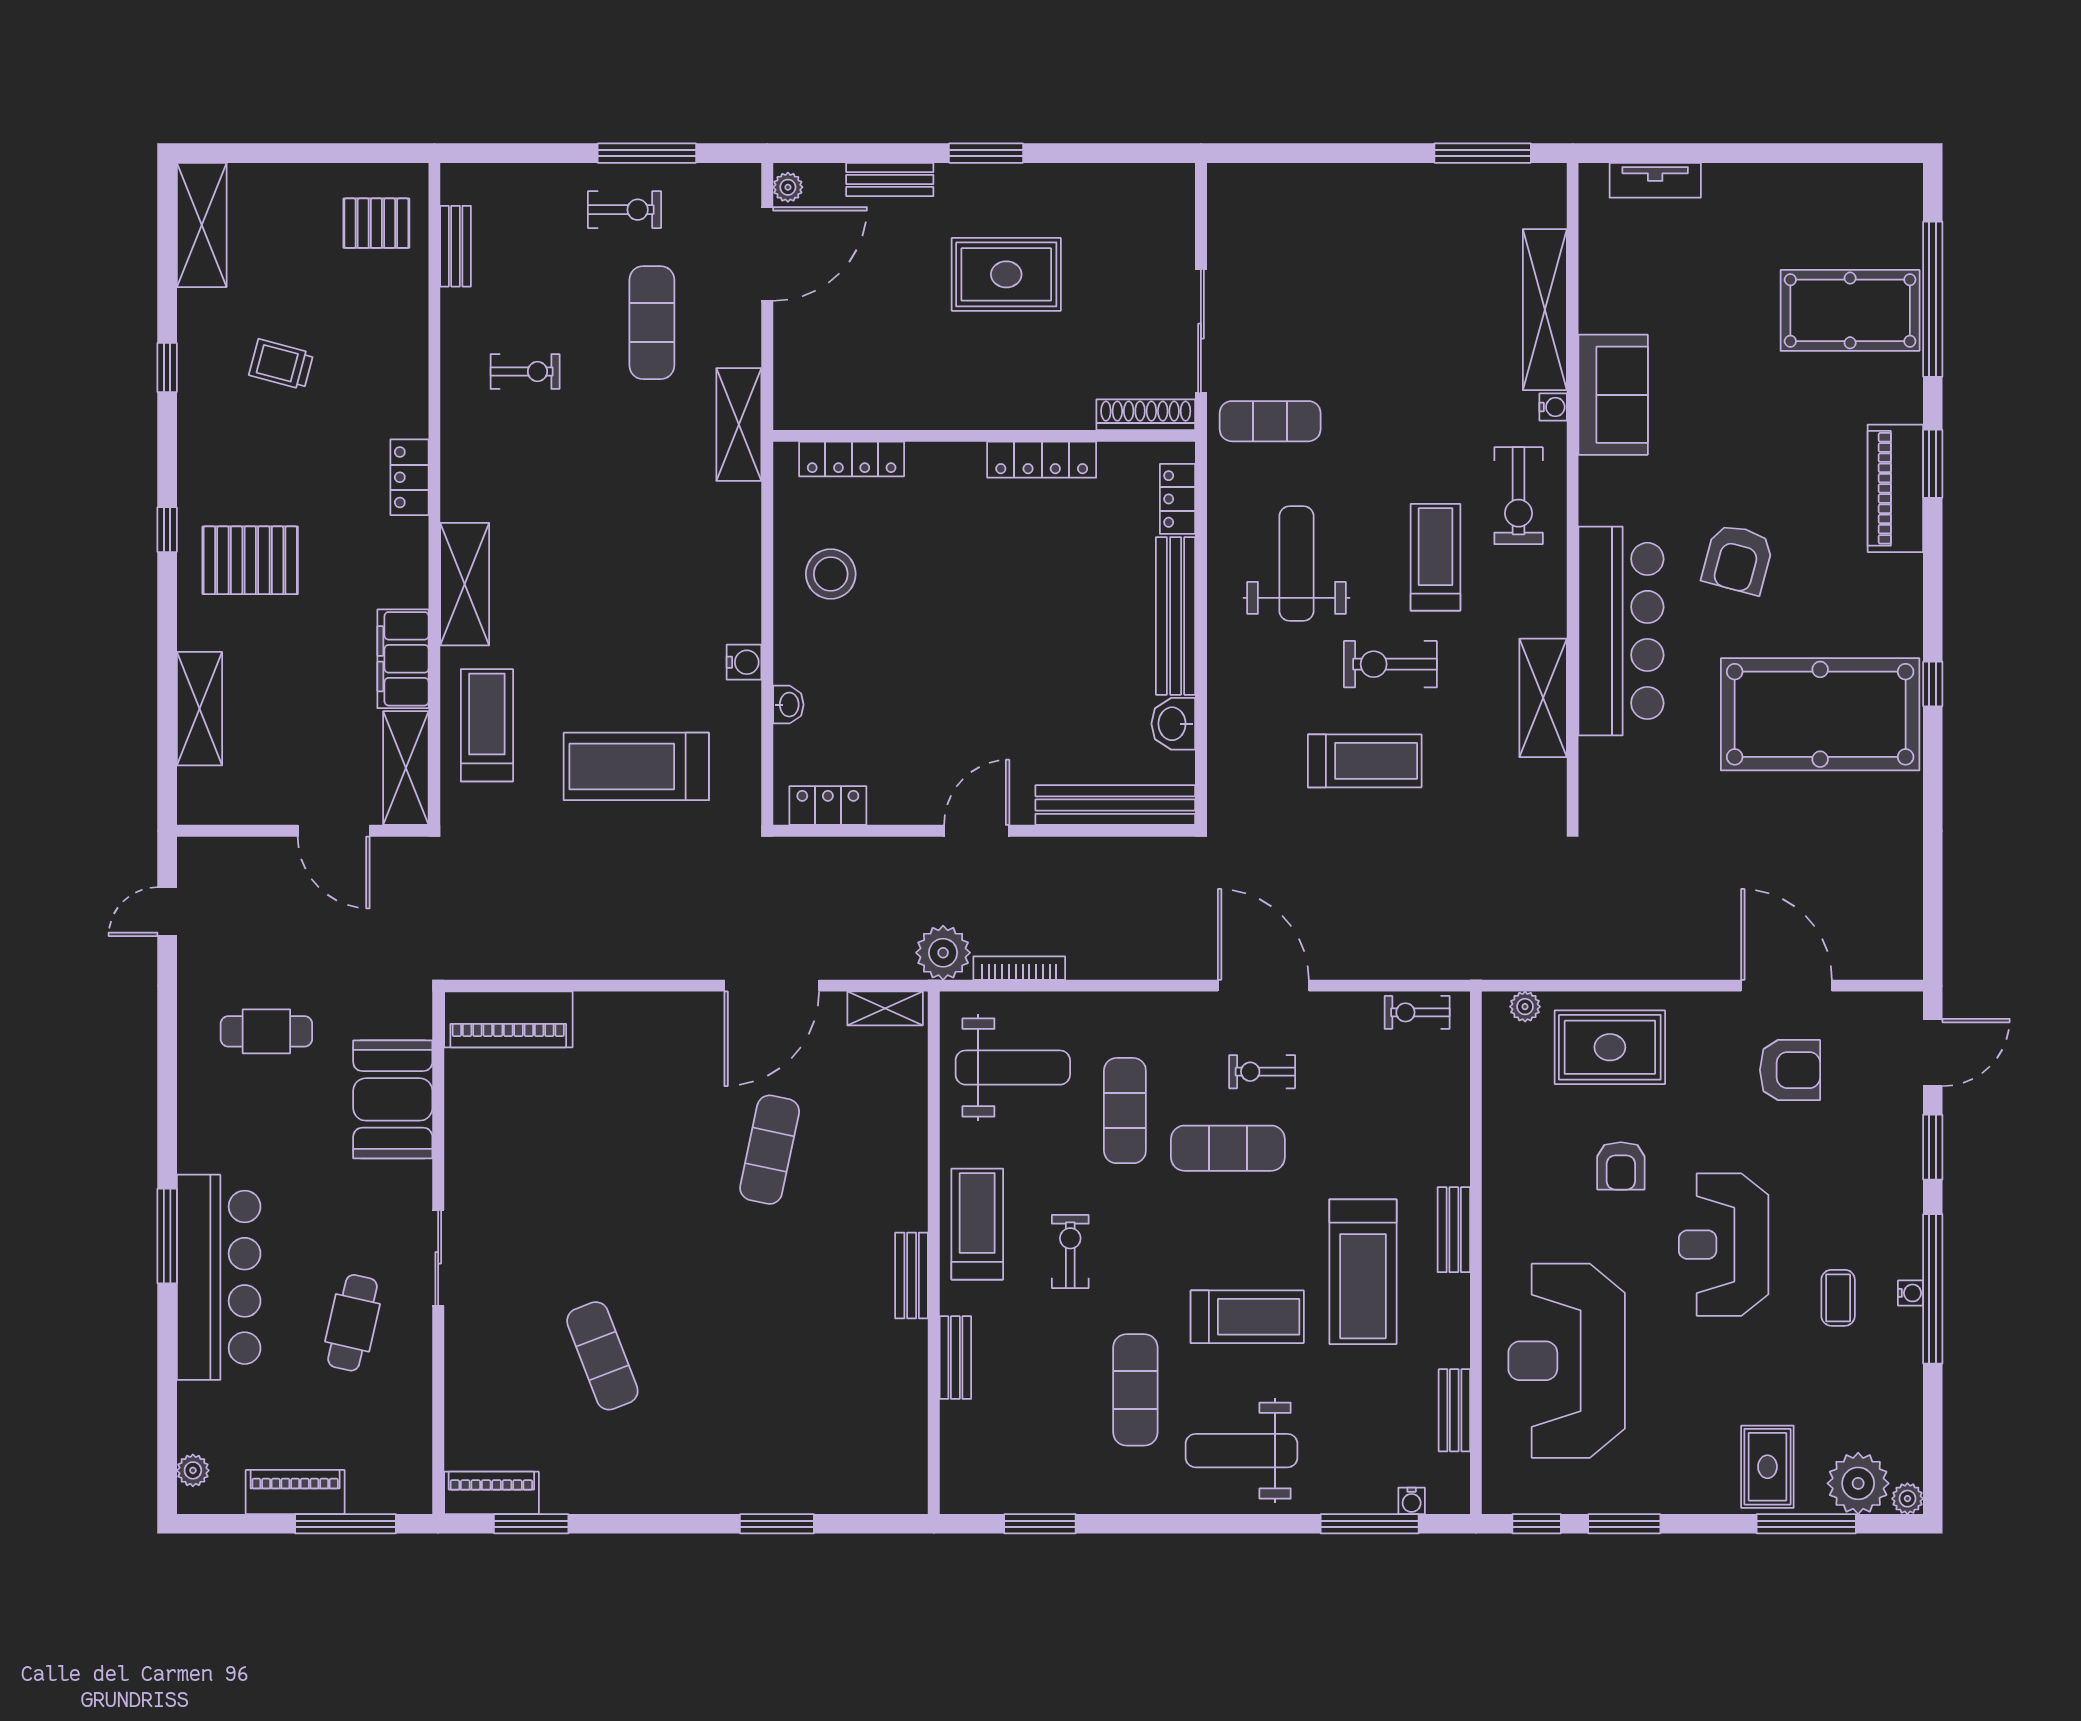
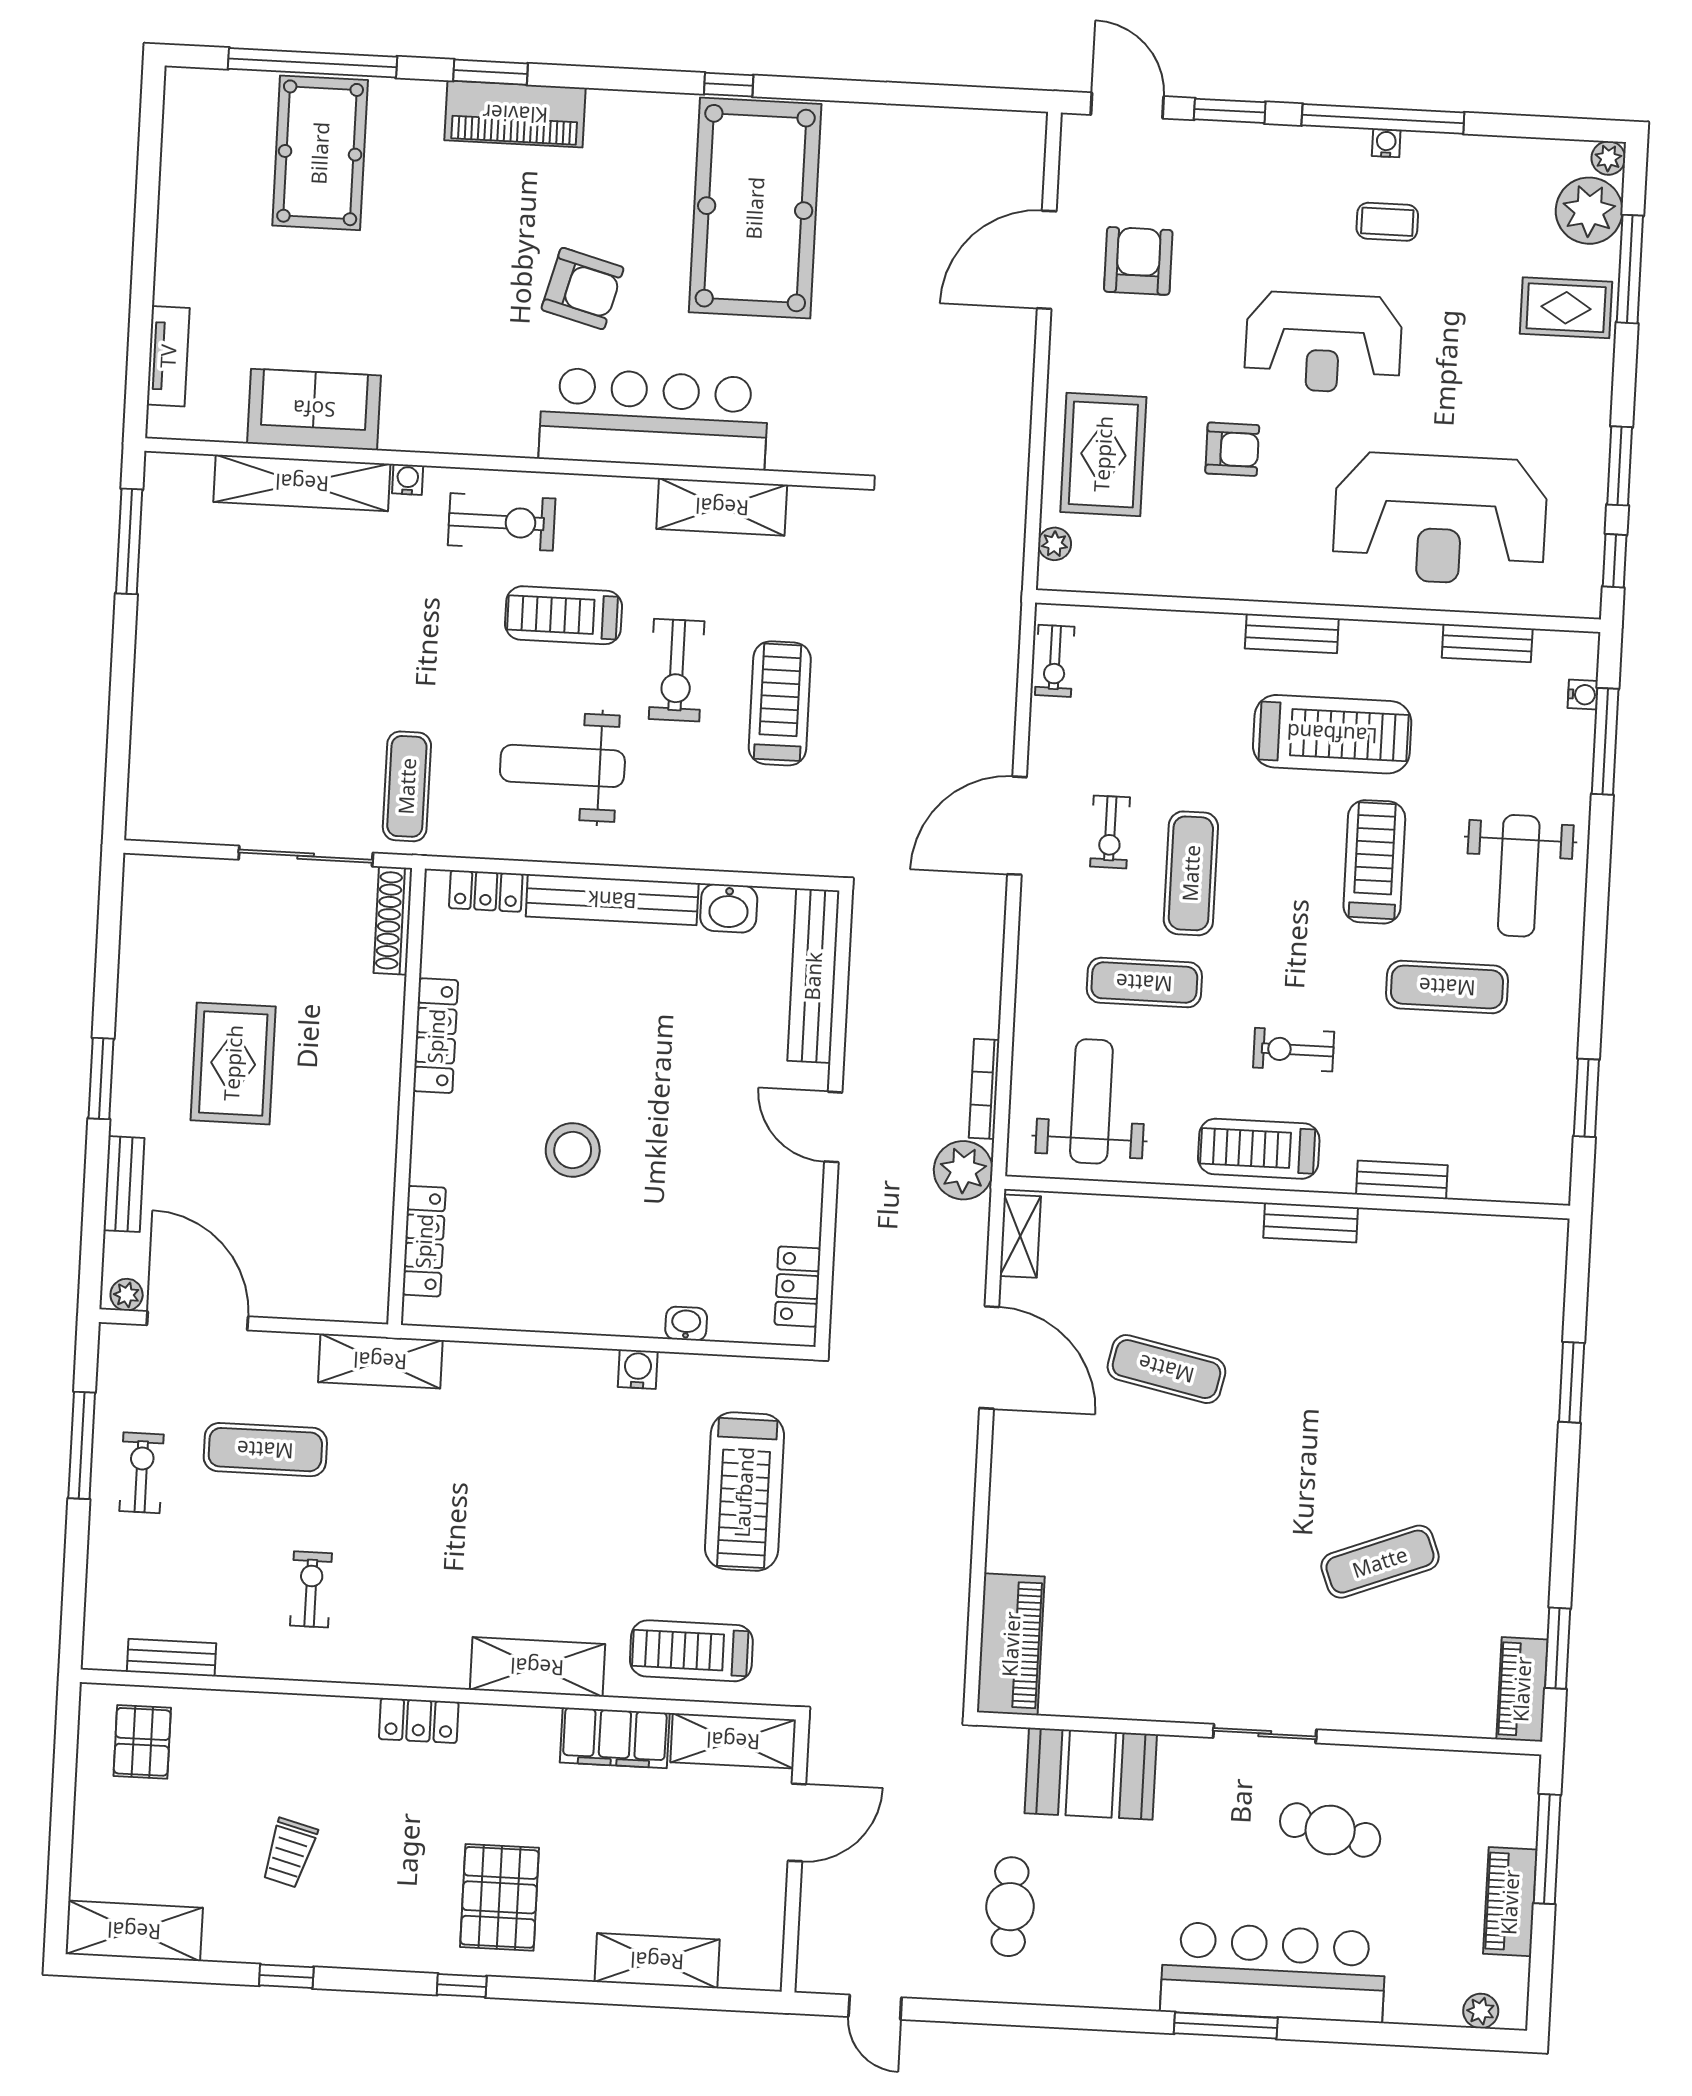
sofa: (1613, 395) -> (314, 409), moved
stool: (831, 574) -> (573, 1150), moved

